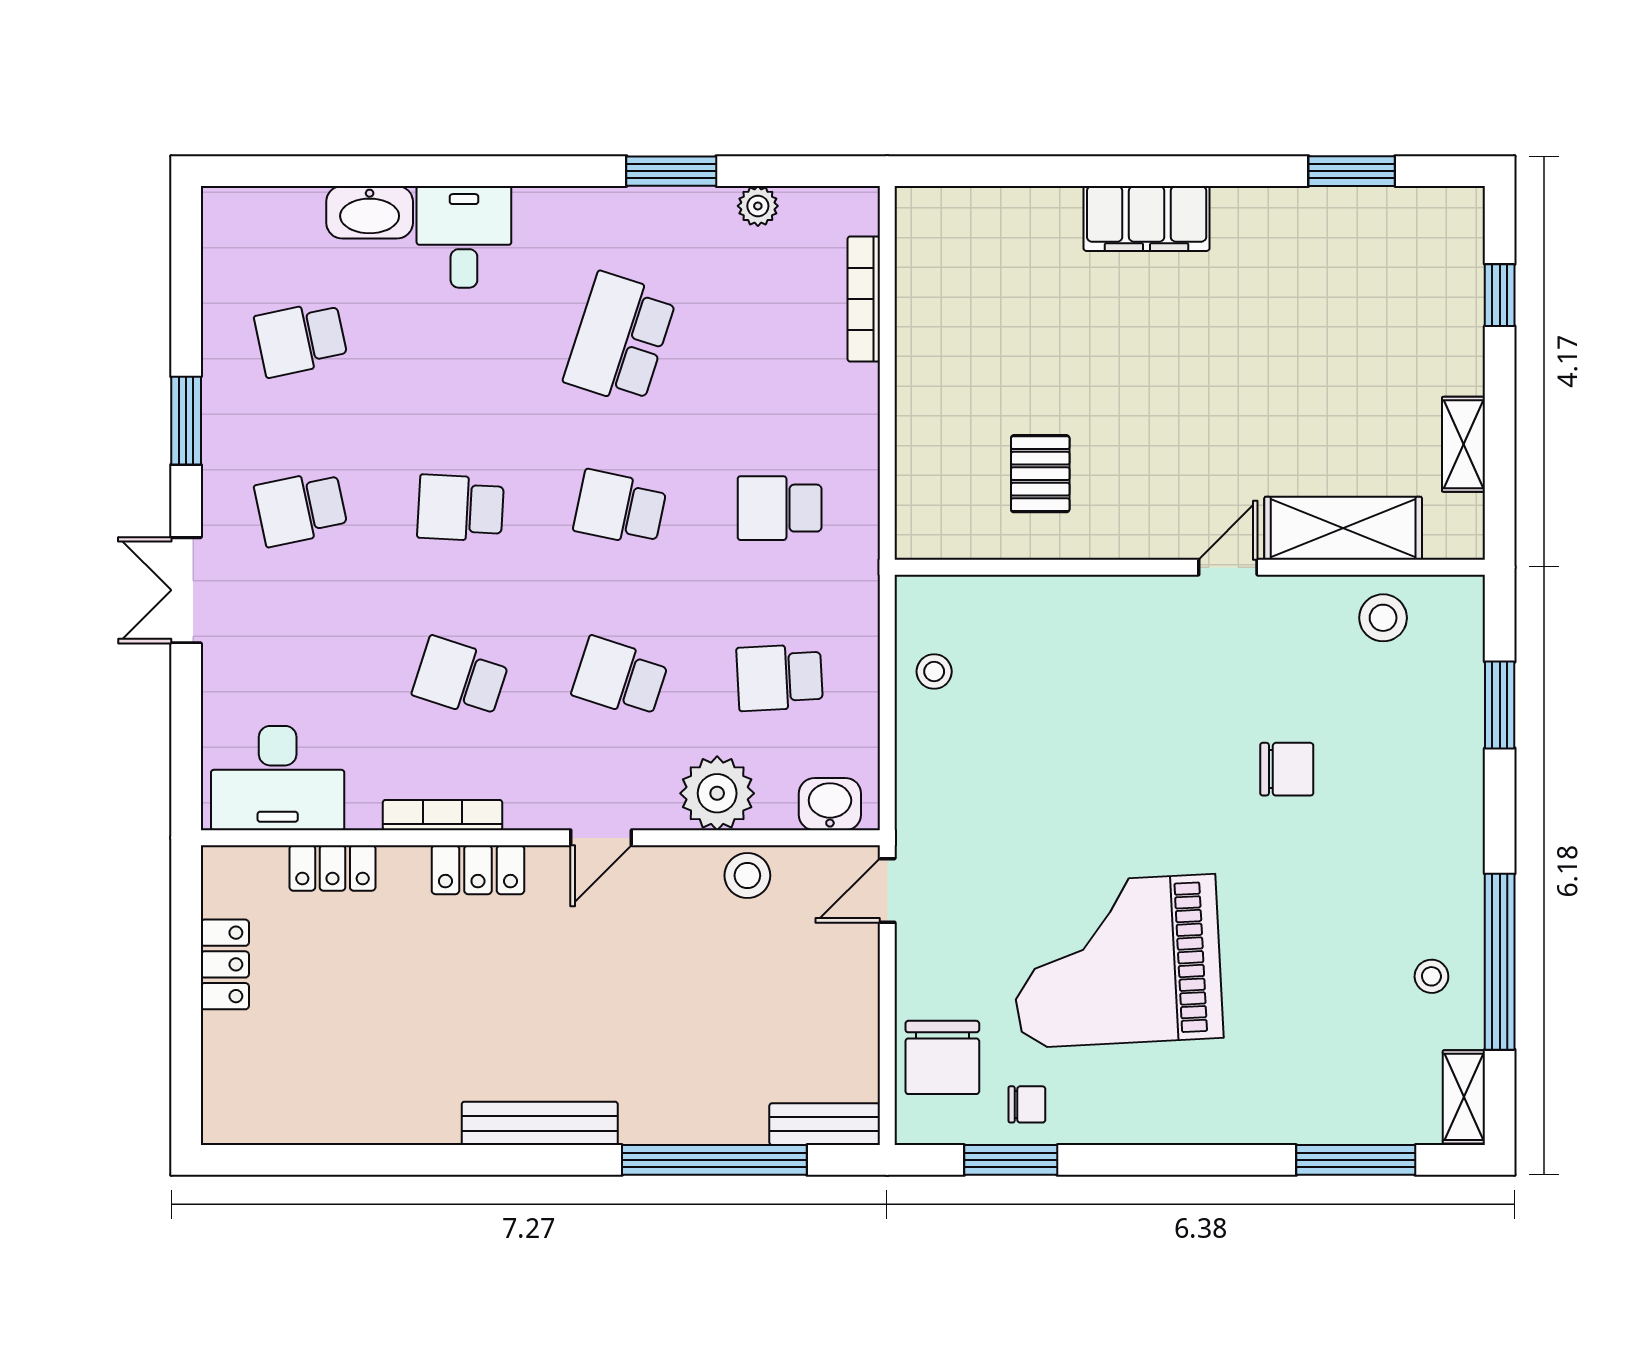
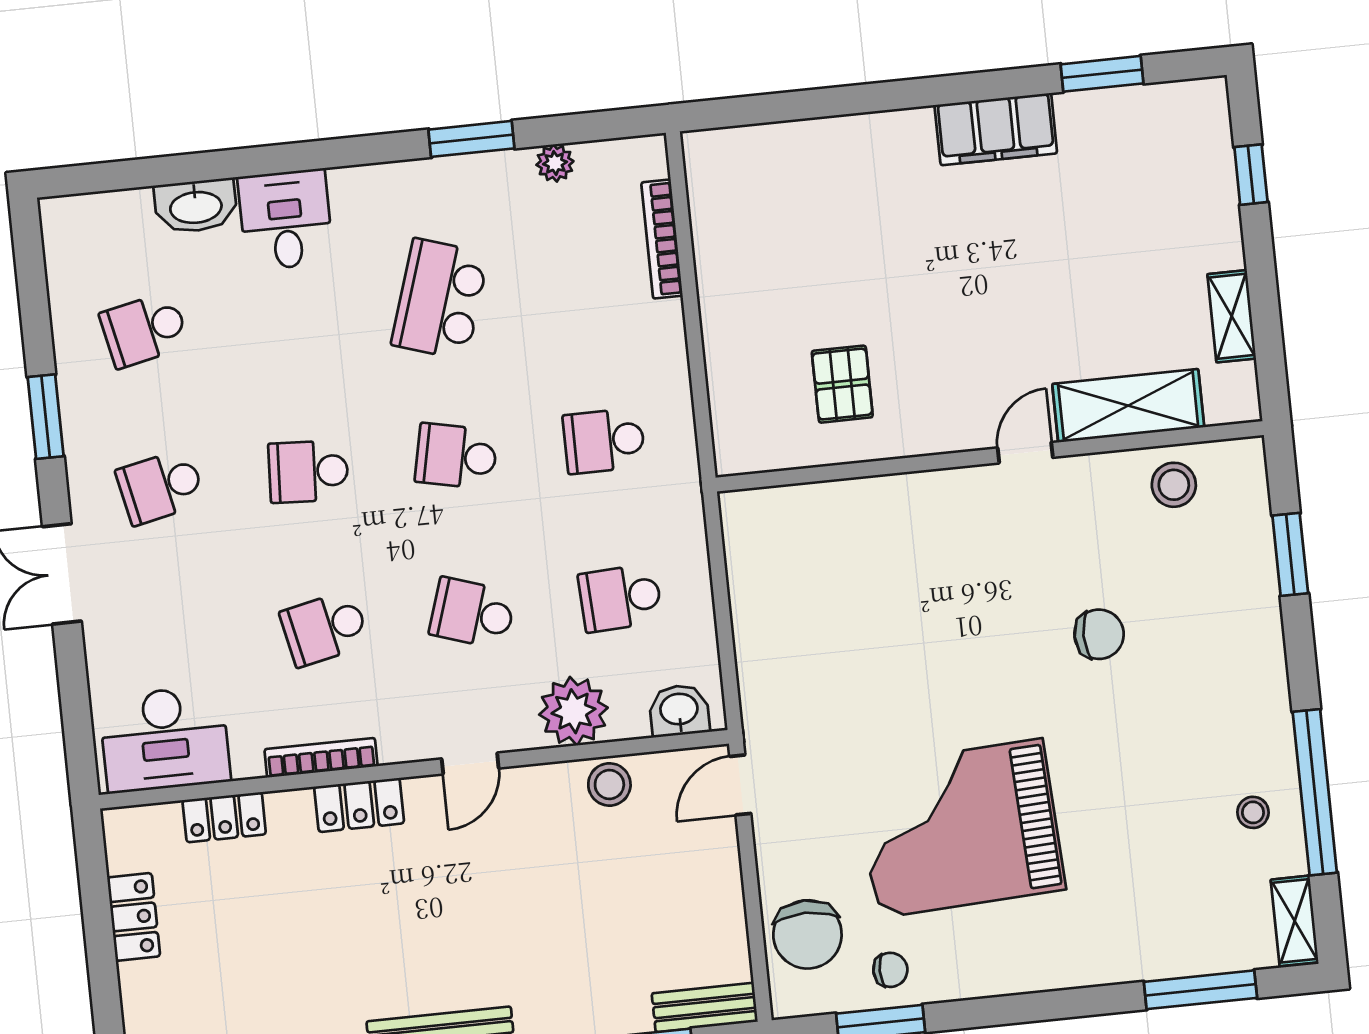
filing cabinet: (1147, 218) -> (996, 129), moved
stool: (934, 671) -> (763, 578), removed
school desk: (461, 677) -> (325, 628), turned -30

